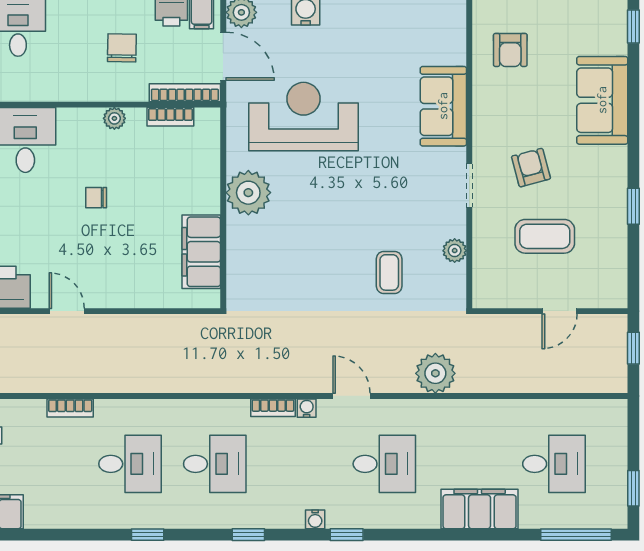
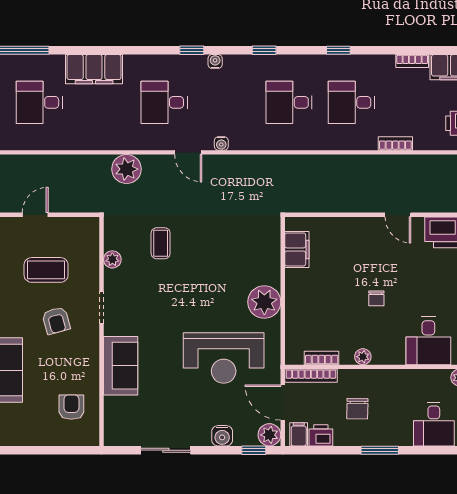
chair: (96, 198) -> (376, 298), turned 90
filing cabinet: (201, 252) -> (297, 249), width x0.67, depth x0.86
bookcase: (273, 408) -> (412, 61), moved, turned 180

